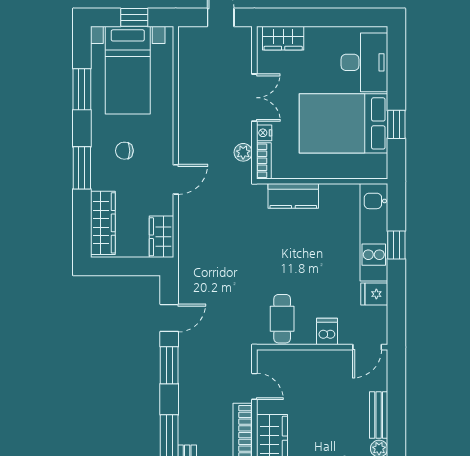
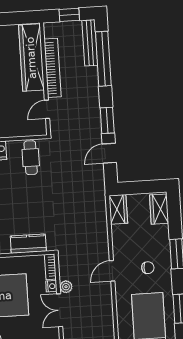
plant: (243, 152) -> (66, 287), moved
door: (176, 179) -> (112, 271), moved
wardrobe: (103, 223) -> (159, 209), width x0.67
door: (254, 386) -> (47, 109), hinge flipped

